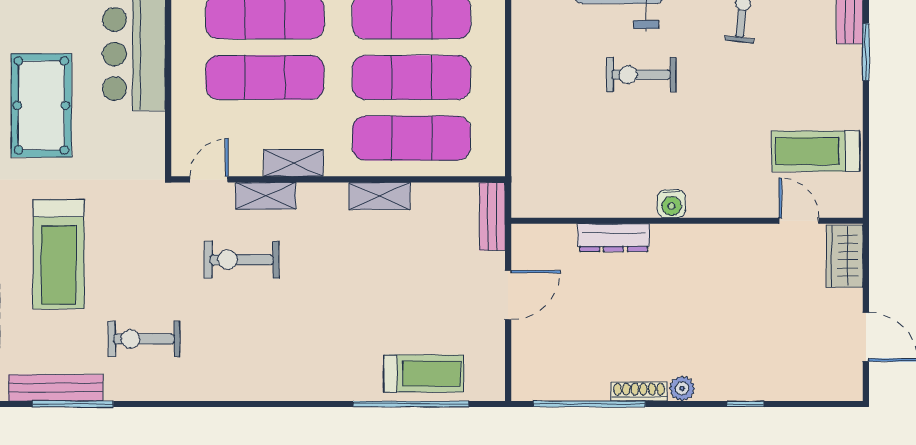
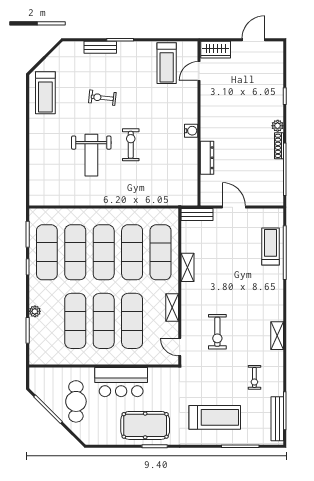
exercise bike: (641, 75) -> (131, 145), turned 180
shelving: (266, 196) -> (277, 336), moved
exercise bike: (144, 339) -> (254, 377), width x0.73, depth x0.72

